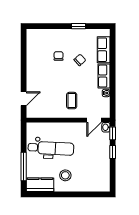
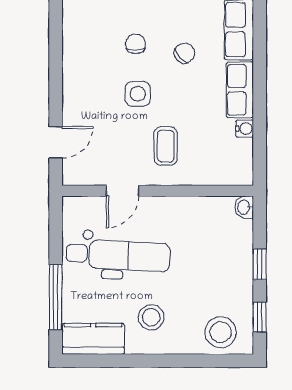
side table: (59, 78) -> (138, 94), added
door: (94, 120) -> (123, 191), moved
window: (113, 133) -> (260, 317), moved
stool: (96, 182) -> (221, 332), added

